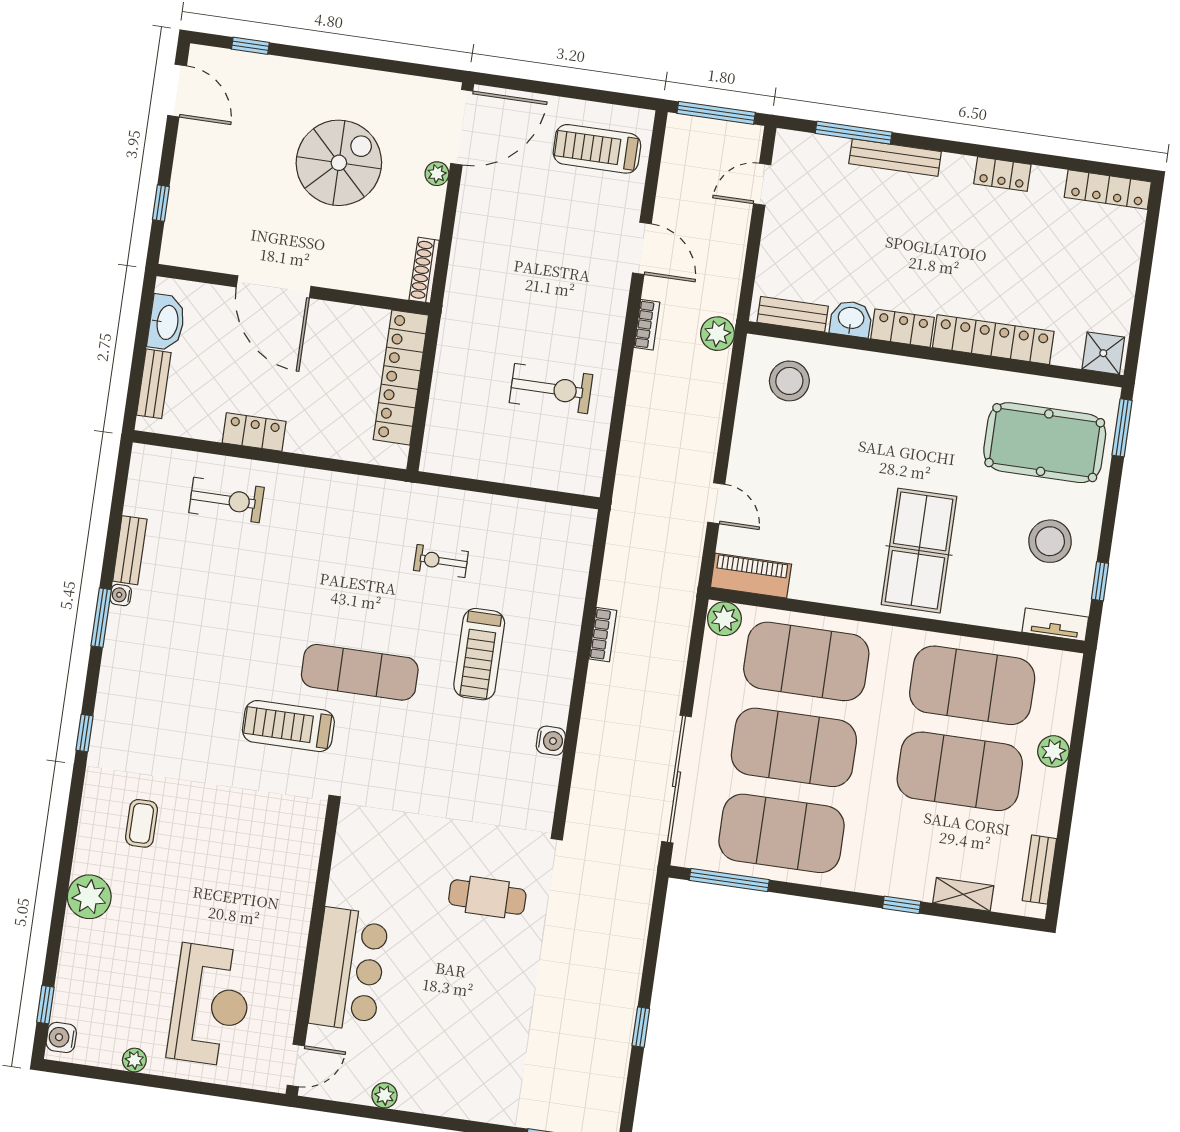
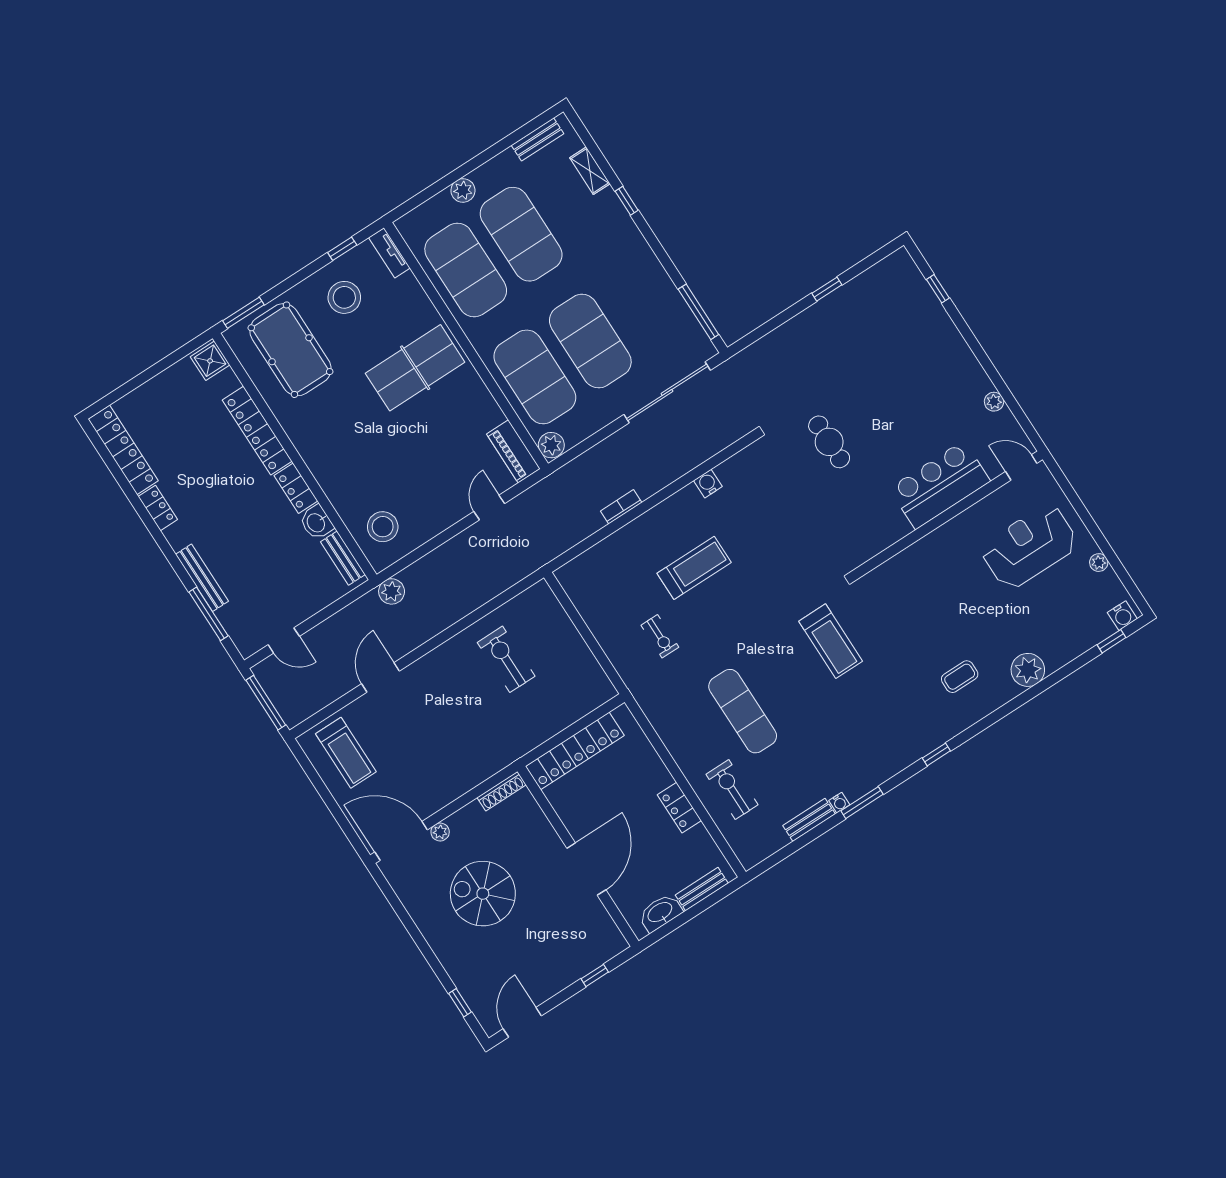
locker: (1108, 190) -> (123, 450), width x1.41, depth x1.21
bookcase: (647, 325) -> (422, 636), removed
exercise mat: (360, 672) -> (743, 711), moved
exercise mat: (782, 833) -> (646, 305), removed

